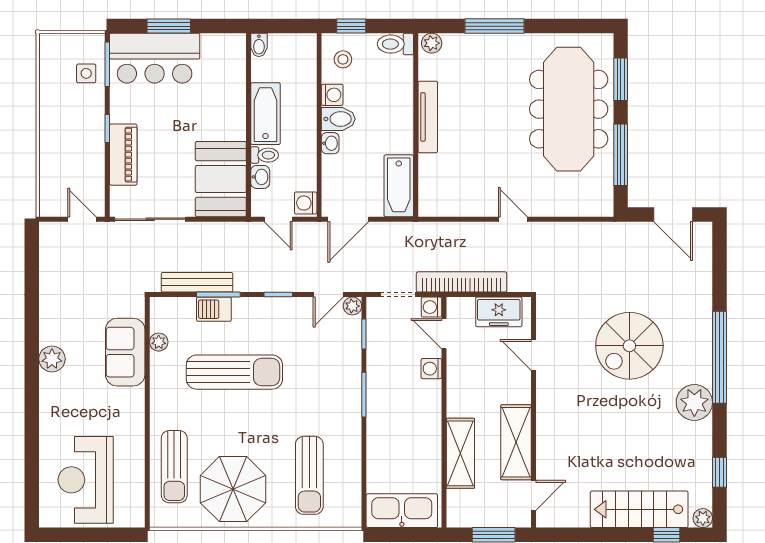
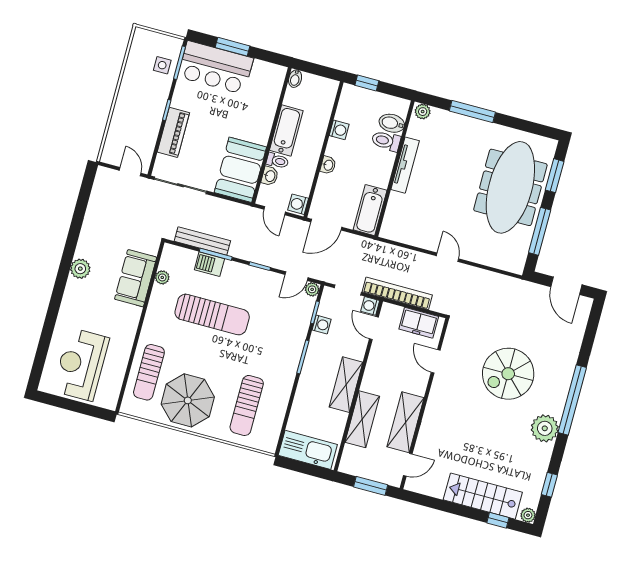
toilet: (395, 44) -> (386, 141), moved
stool: (343, 59) -> (354, 106), removed
bidet: (338, 119) -> (392, 123), moved, turned 180
washing machine: (431, 369) -> (322, 325), moved, turned 180
shelving: (428, 415) -> (346, 385), added

